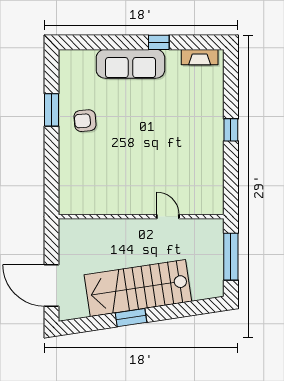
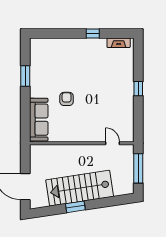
sofa: (130, 64) -> (39, 120), moved, turned -90
armchair: (85, 121) -> (67, 99), moved, turned 95
door: (168, 217) -> (113, 143), moved

